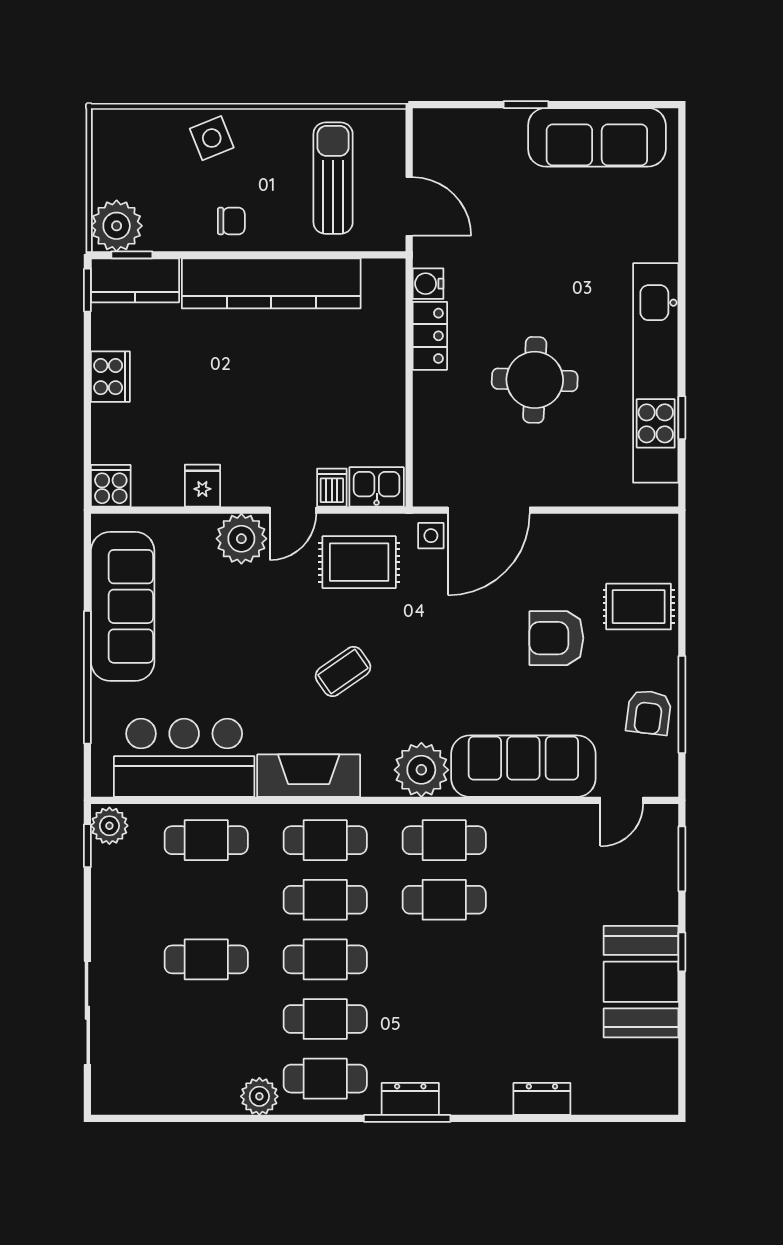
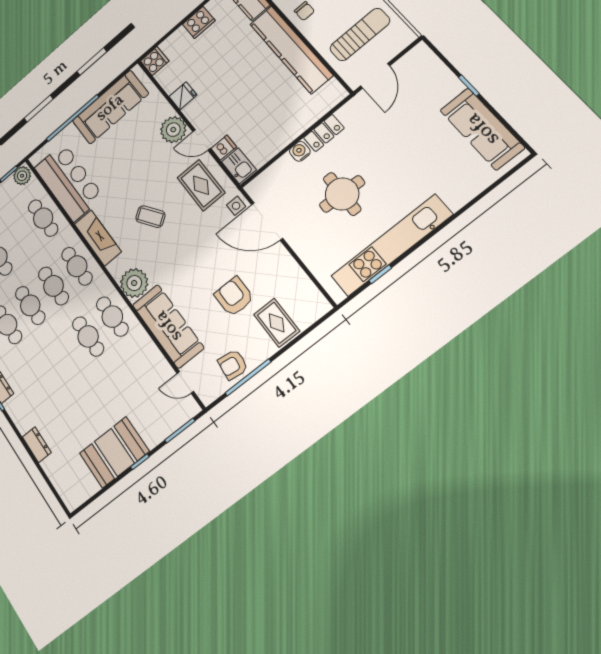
water cooler: (428, 284) -> (300, 151), moved

